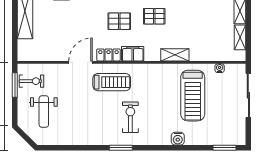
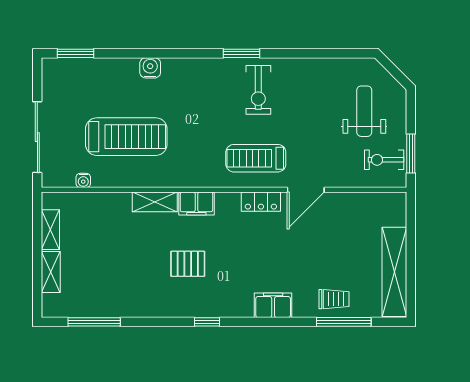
pallet: (119, 21) -> (244, 256), removed
filing cabinet: (133, 54) -> (196, 204), moved
treadmill: (193, 96) -> (126, 137), turned 90
exercise bike: (130, 117) -> (258, 90), moved

